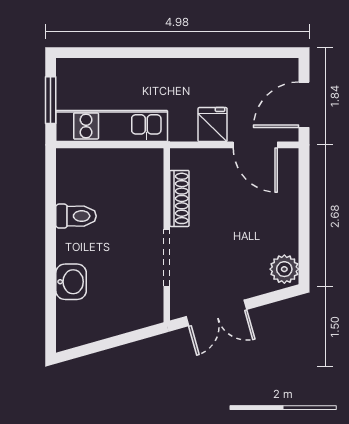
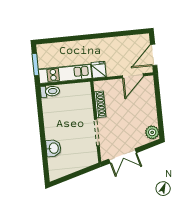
fridge: (213, 125) -> (99, 70), moved
door: (255, 145) -> (133, 76), hinge flipped
toilet: (76, 216) -> (50, 91), moved

